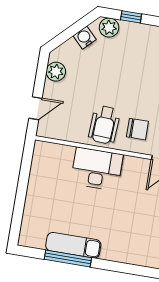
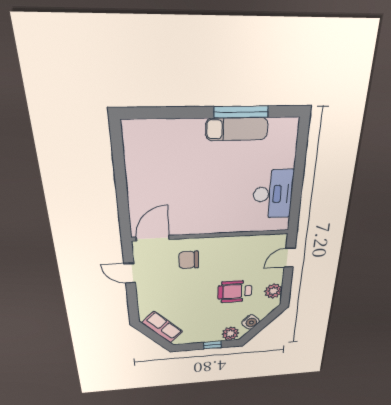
wheelchair: (104, 125) -> (235, 292), moved, turned -93
desk: (97, 169) -> (273, 194), moved, turned -90

